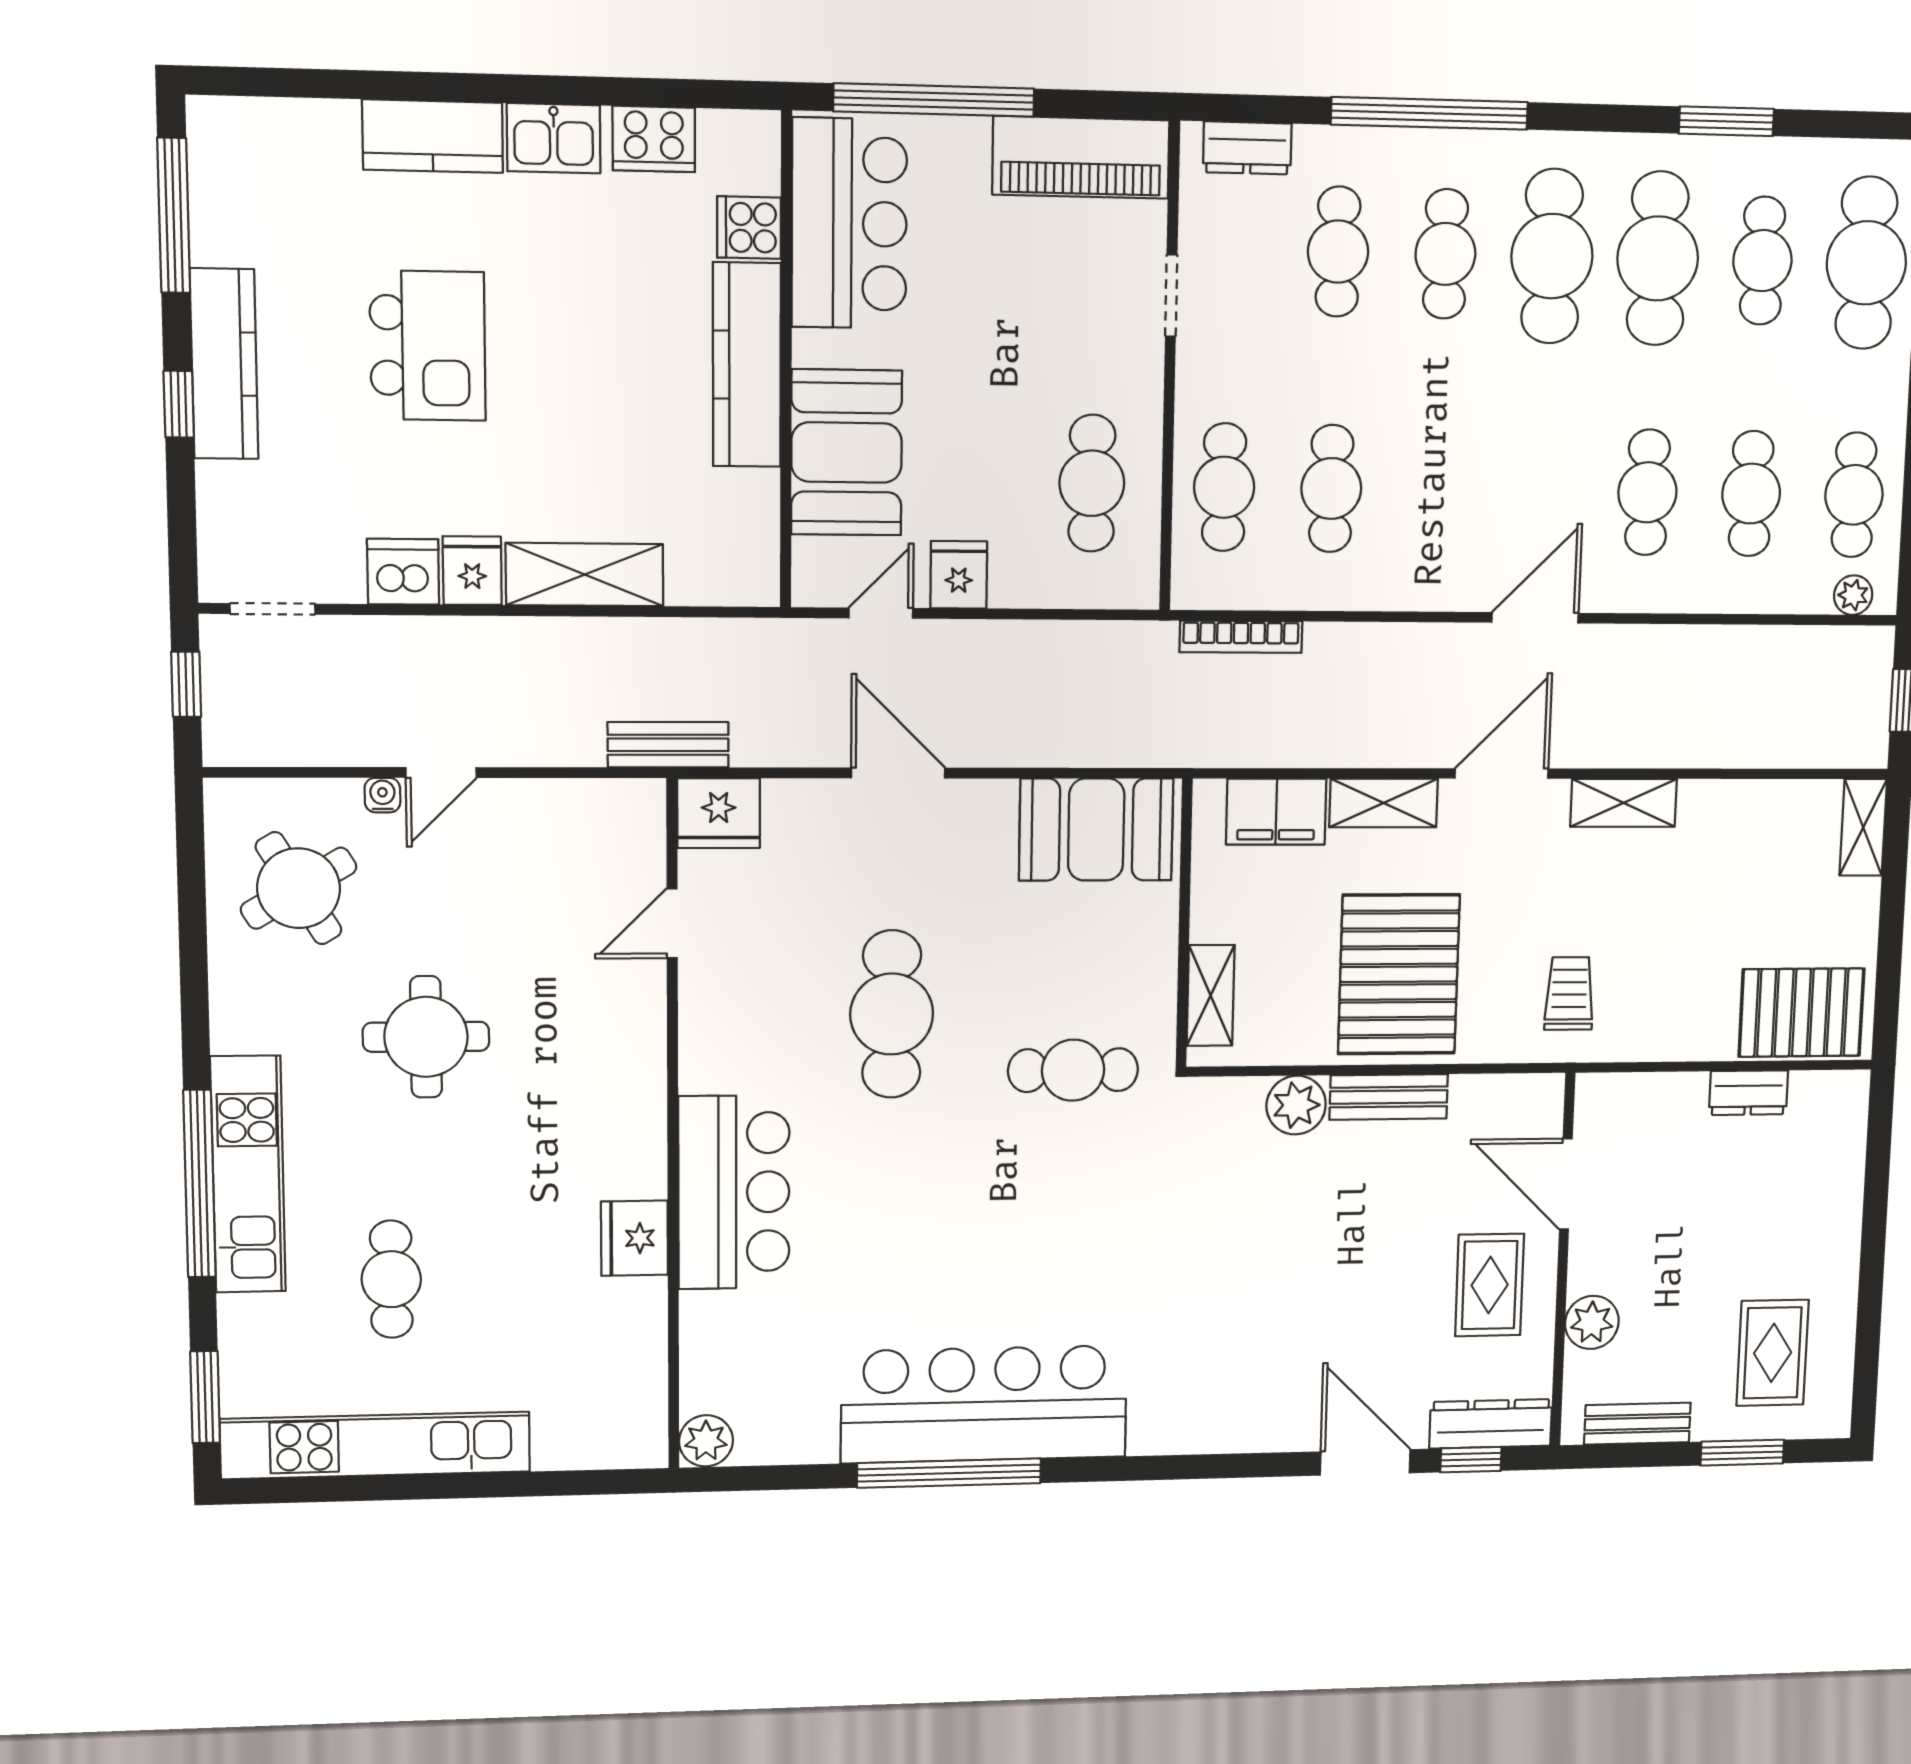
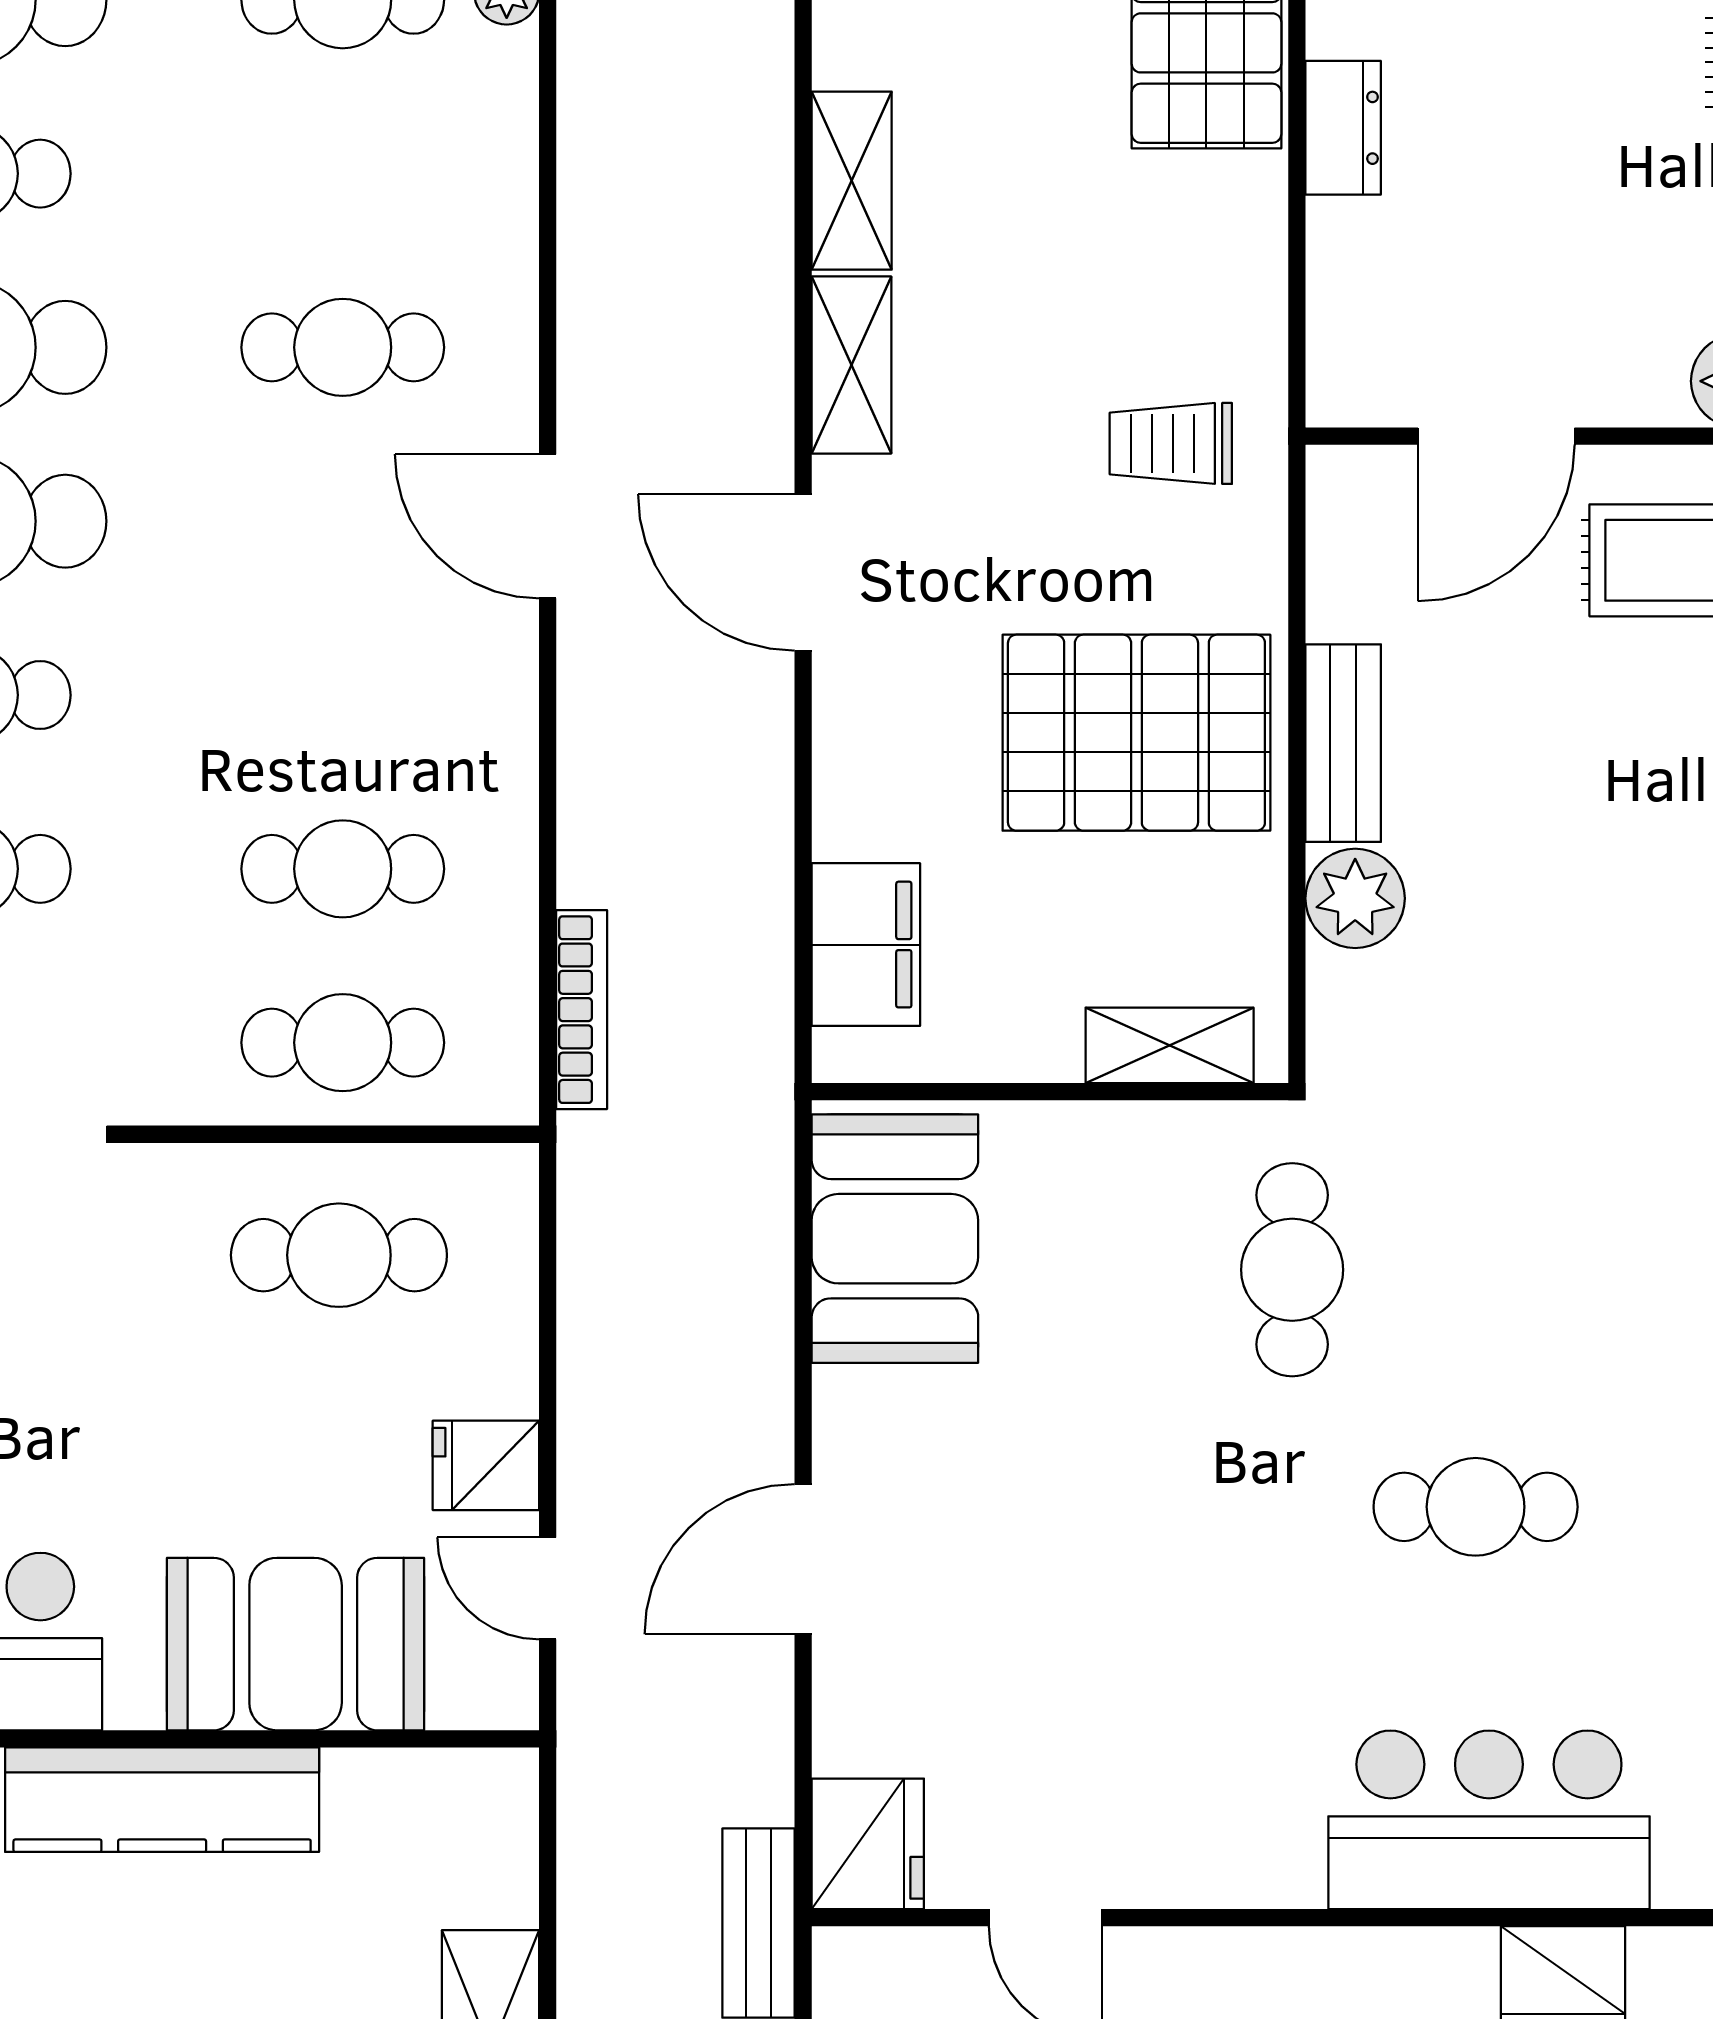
cafe table: (1751, 494) -> (343, 174), removed
shelving: (1384, 803) -> (852, 181), moved
cafe table: (892, 1014) -> (1476, 1507), moved, width x0.73, depth x0.74

